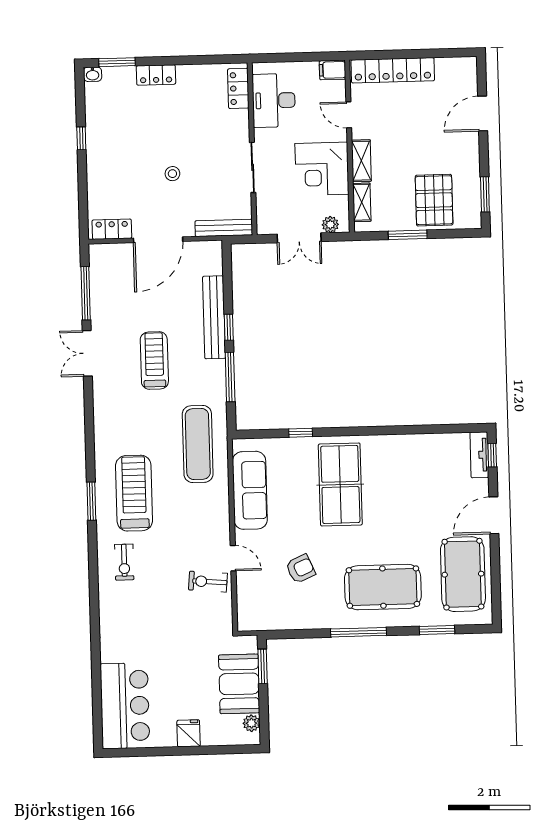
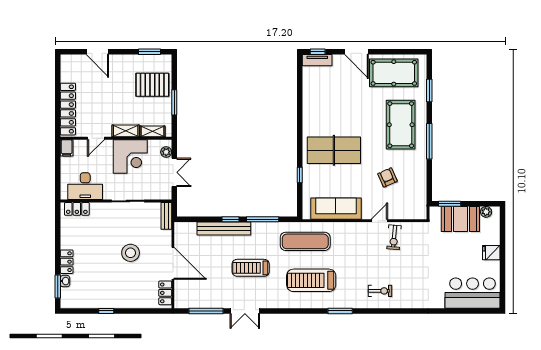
washbasin: (93, 74) -> (65, 281), moved
stool: (172, 174) -> (131, 253), width x1.89, depth x1.89
bench: (224, 228) -> (166, 216), width x0.73
treadmill: (134, 493) -> (311, 280), moved

